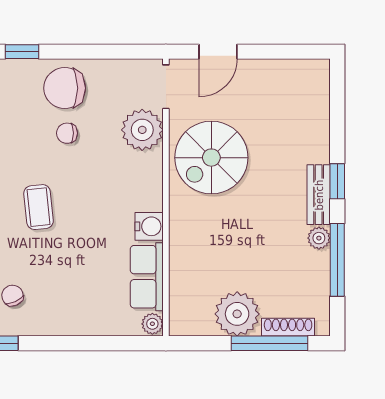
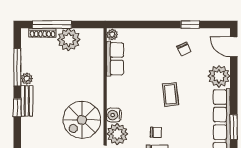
spiral stairs: (211, 158) -> (82, 120), turned 180
water cooler: (149, 226) -> (114, 115), moved

